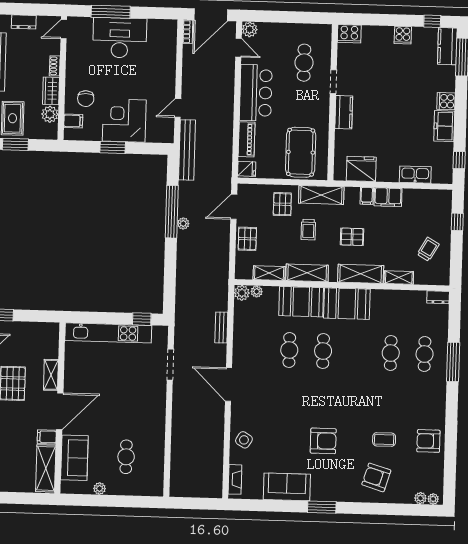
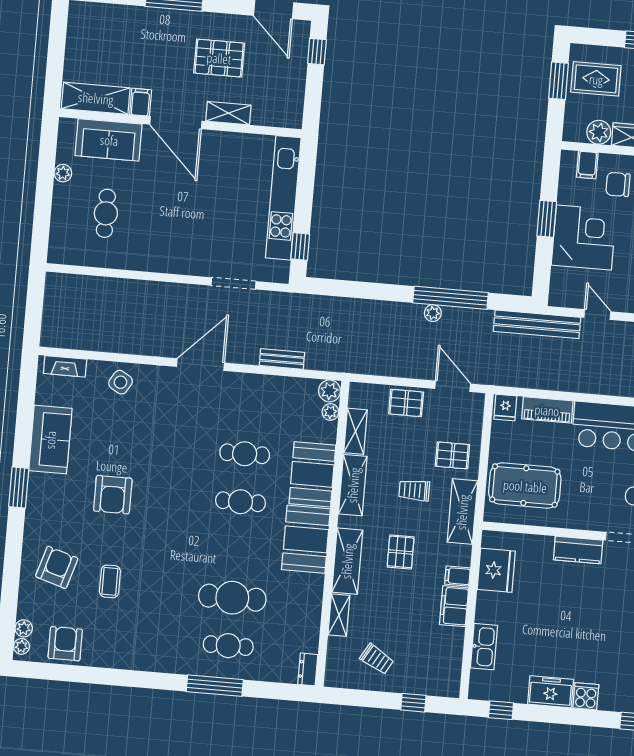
cafe table: (391, 353) -> (232, 598), width x1.37, depth x1.35
armchair: (428, 441) -> (65, 644), moved
cafe table: (126, 457) -> (106, 213), turned 90

